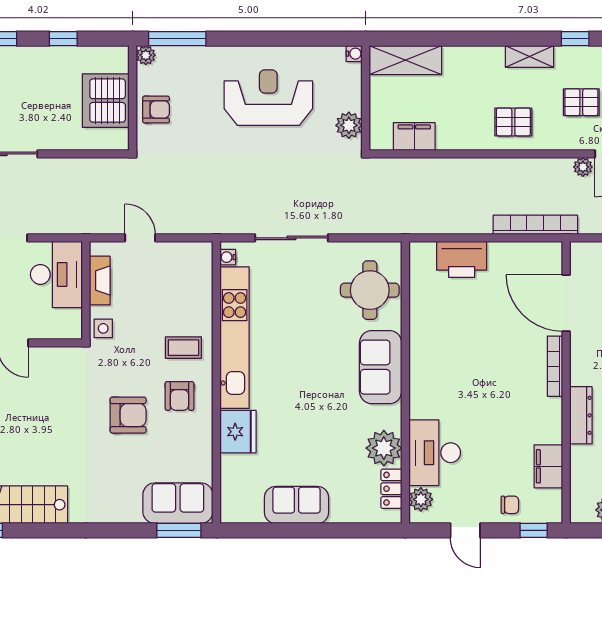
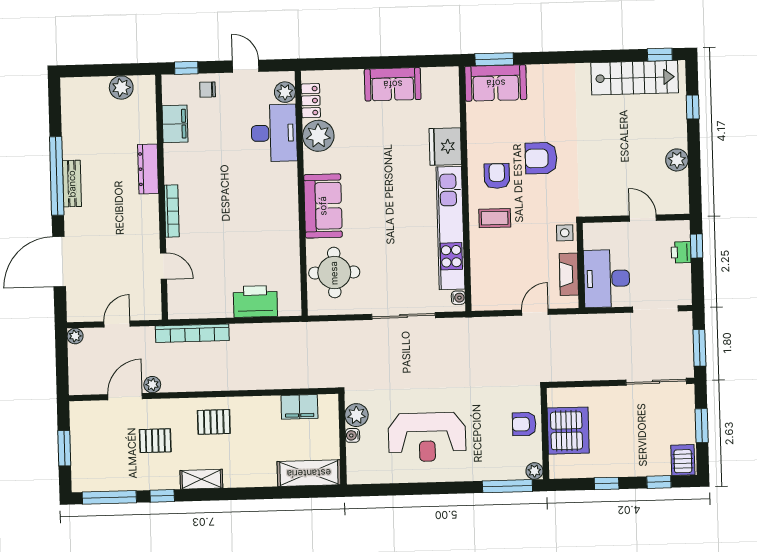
water cooler: (354, 54) -> (352, 435), moved
door: (140, 238) -> (535, 312), swing flipped
door: (566, 303) -> (163, 266), width x0.53

